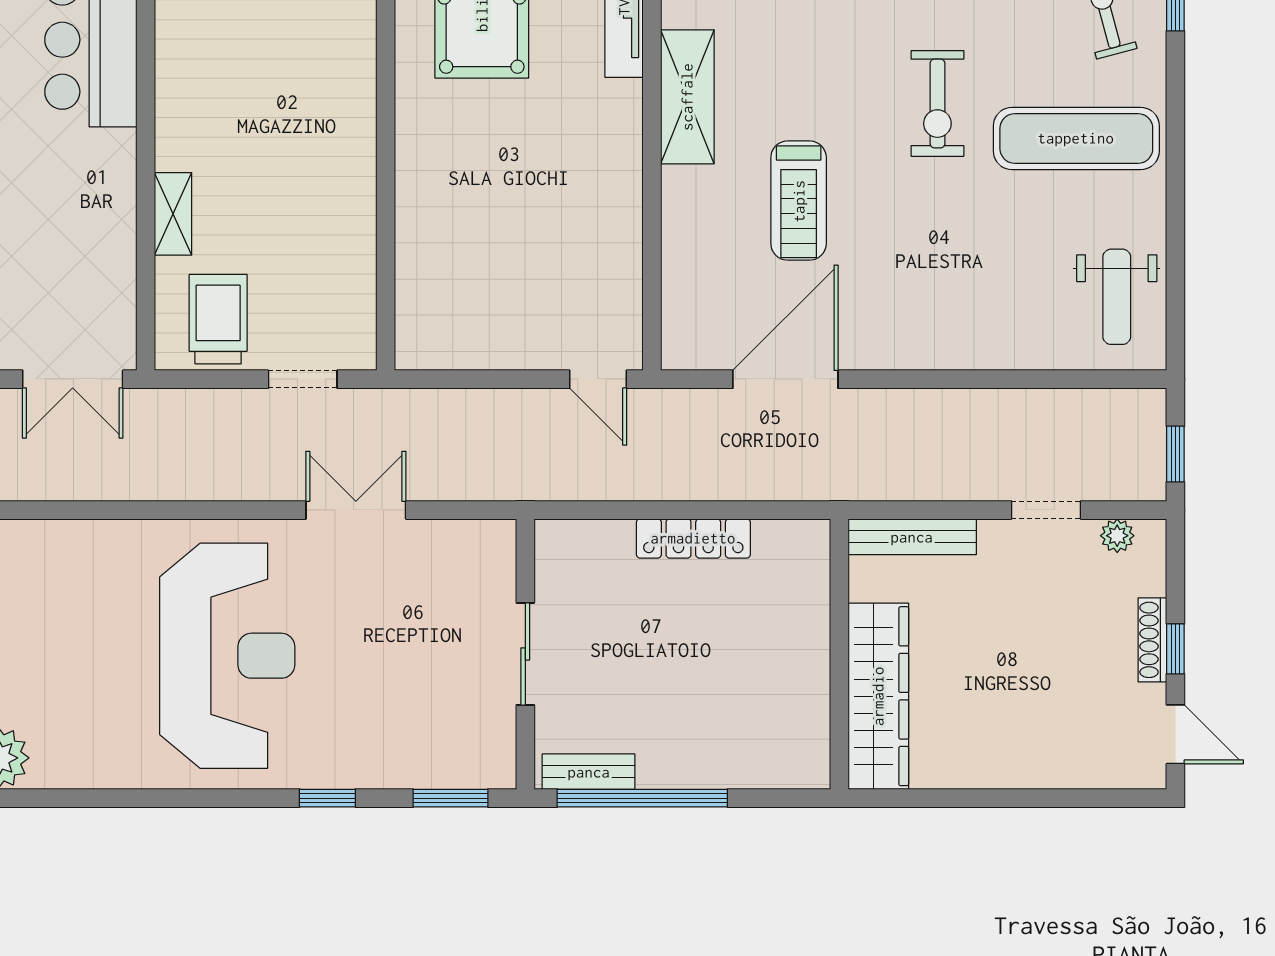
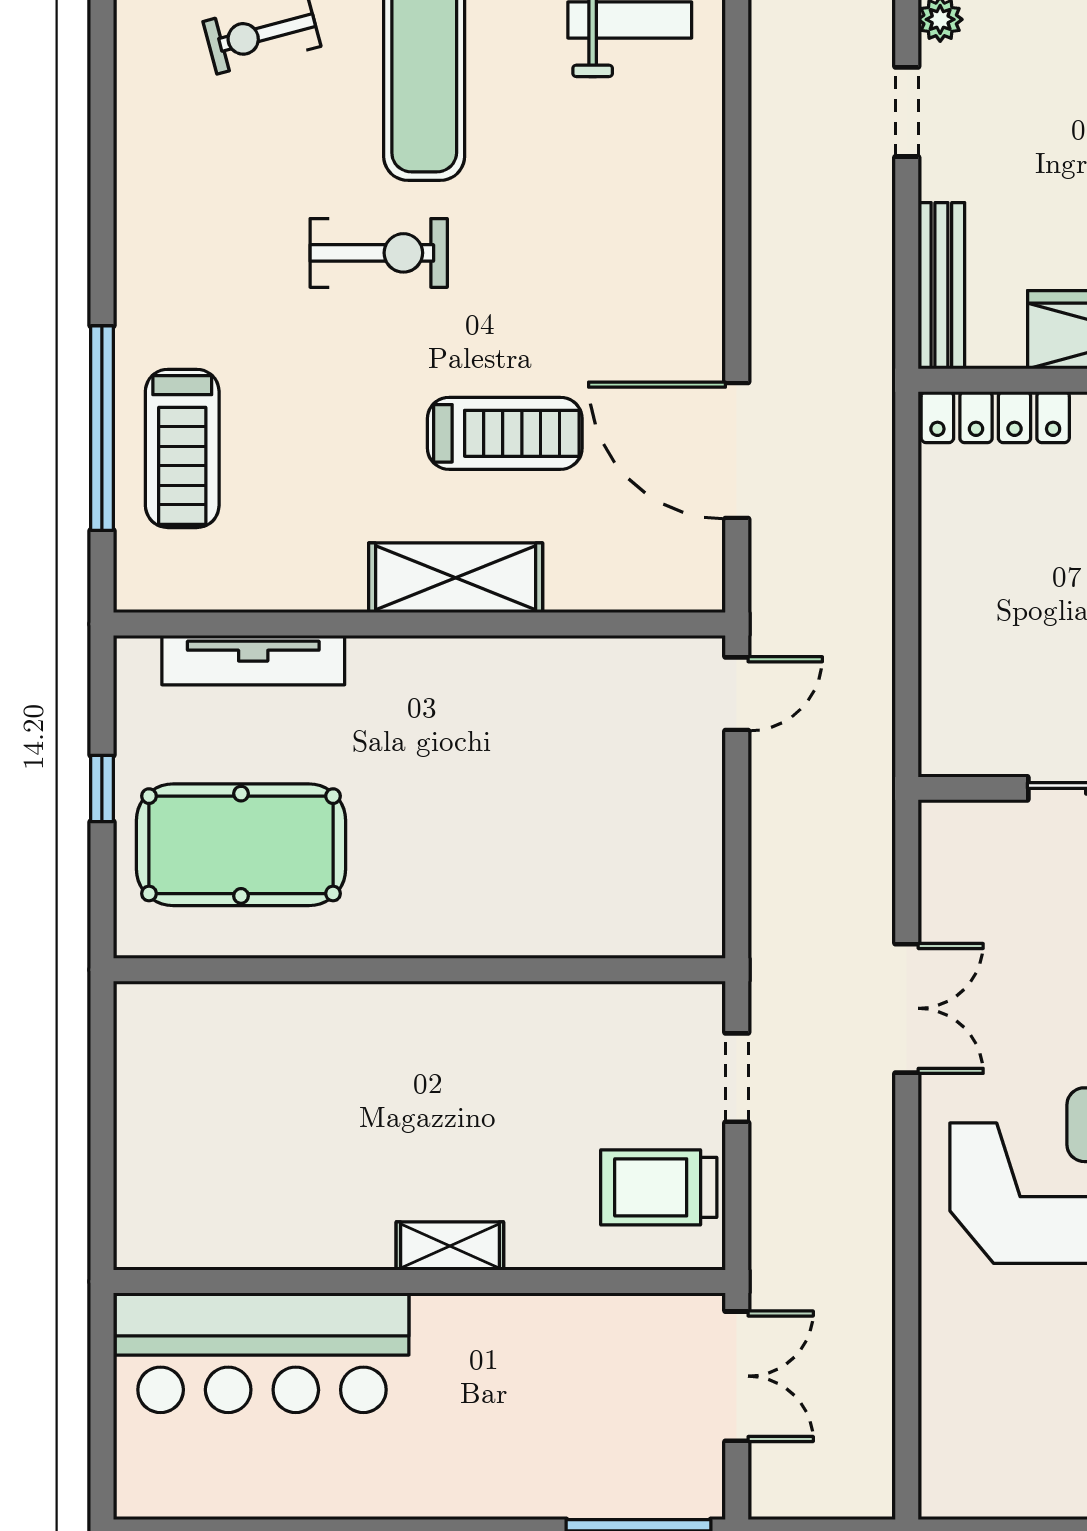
shelving: (687, 97) -> (456, 578), moved
shelving: (173, 214) -> (450, 1246), moved
double door: (356, 510) -> (907, 1008), swing flipped
locker: (693, 538) -> (995, 417), moved, turned 90

